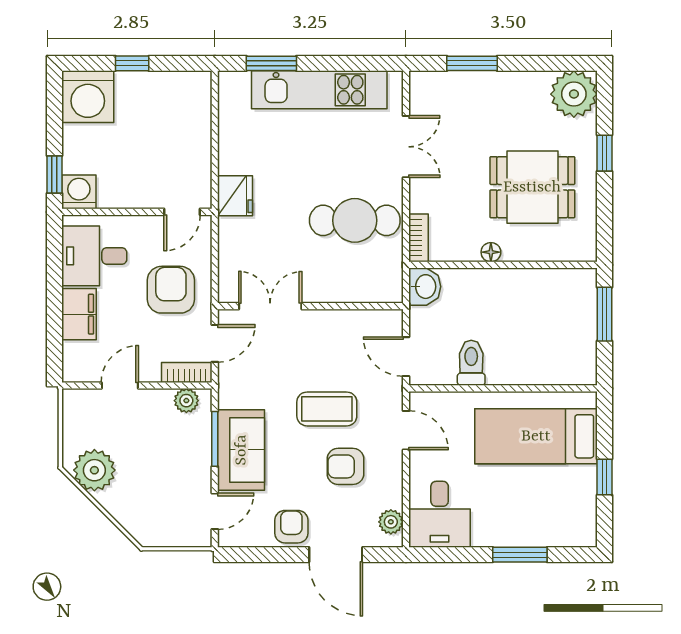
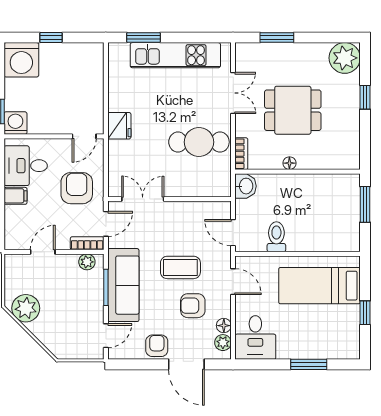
dining table: (532, 187) -> (293, 110), moved
filing cabinet: (79, 314) -> (16, 196), width x0.50
sofa: (241, 450) -> (123, 285), width x1.36
floor lamp: (392, 496) -> (224, 326), added

